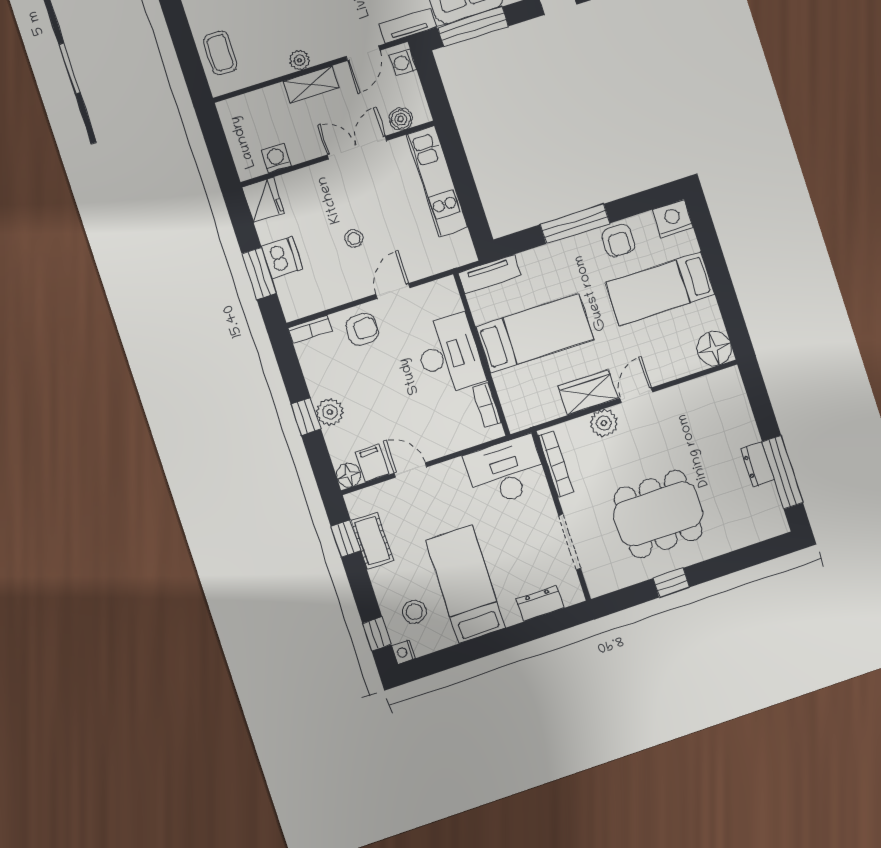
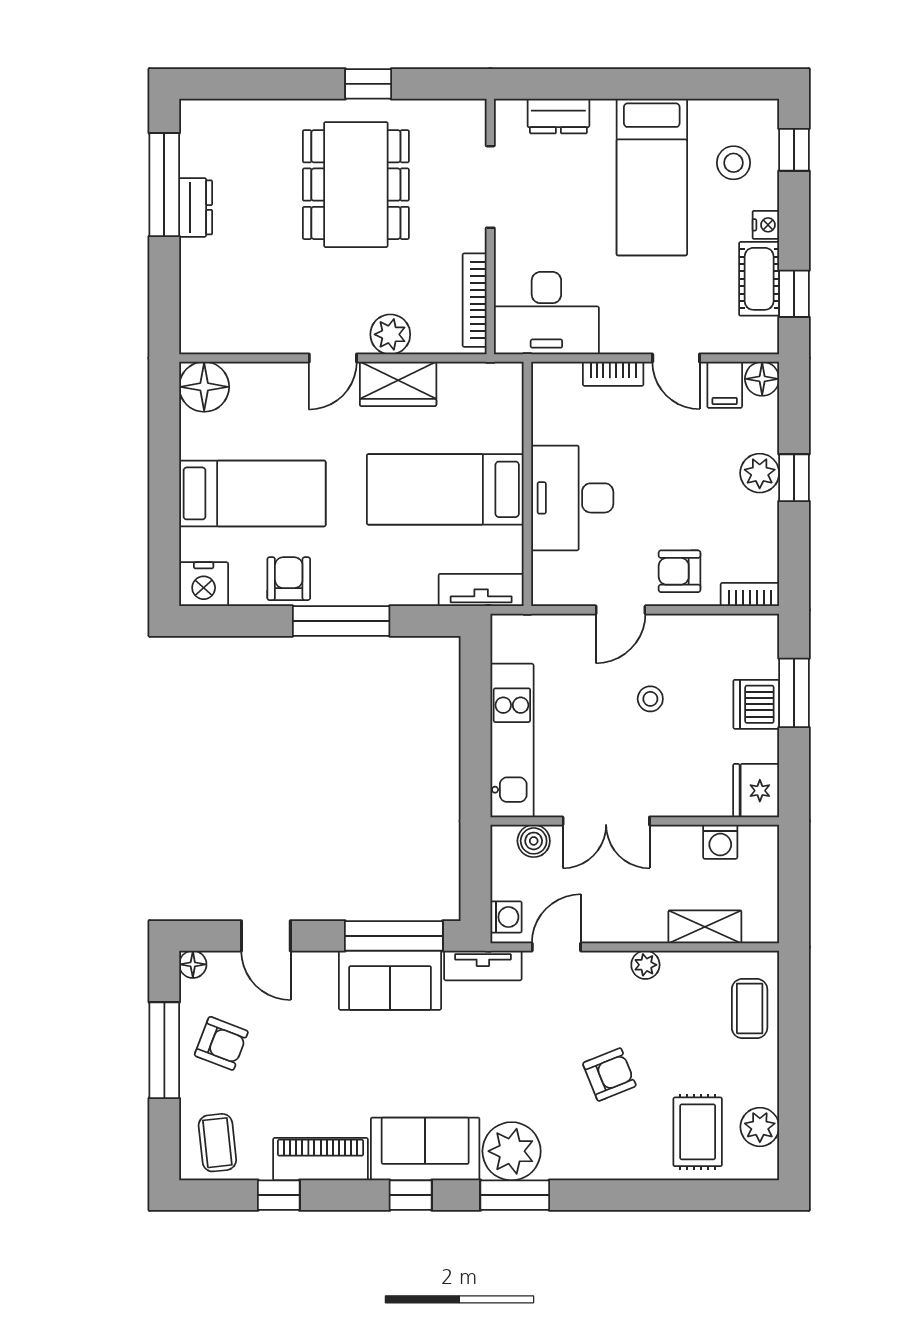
shelving: (311, 84) -> (705, 927), moved
bookcase: (487, 405) -> (613, 374), moved, turned 90
dining table: (658, 514) -> (356, 185), turned 90
nightstand: (404, 652) -> (766, 225), moved

